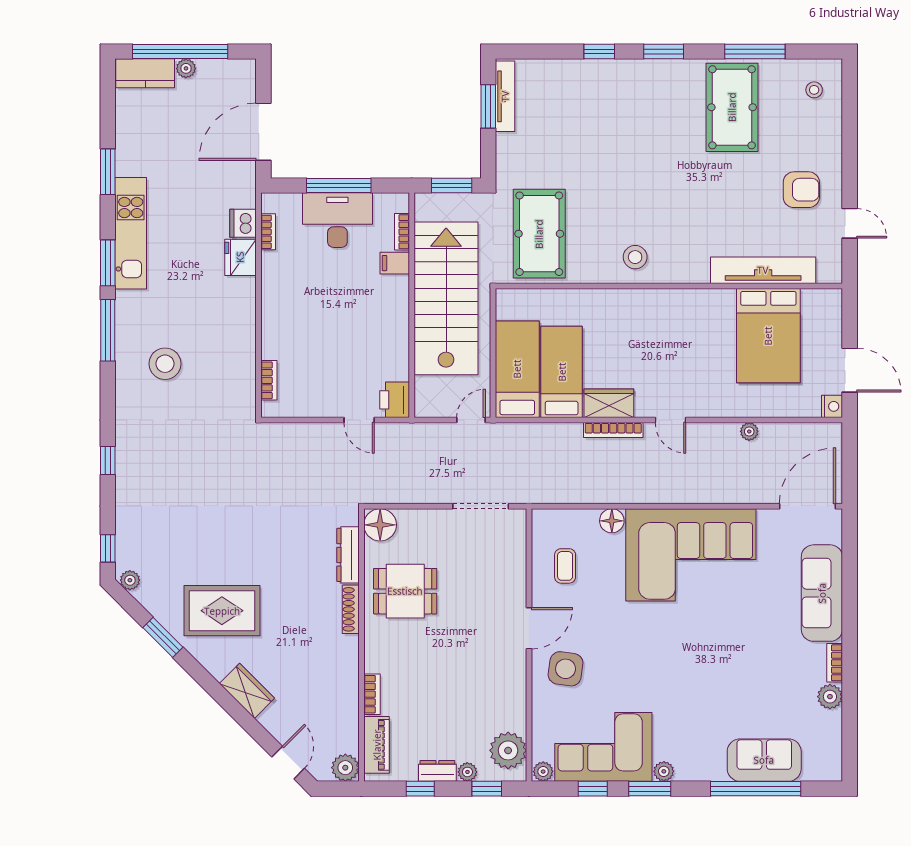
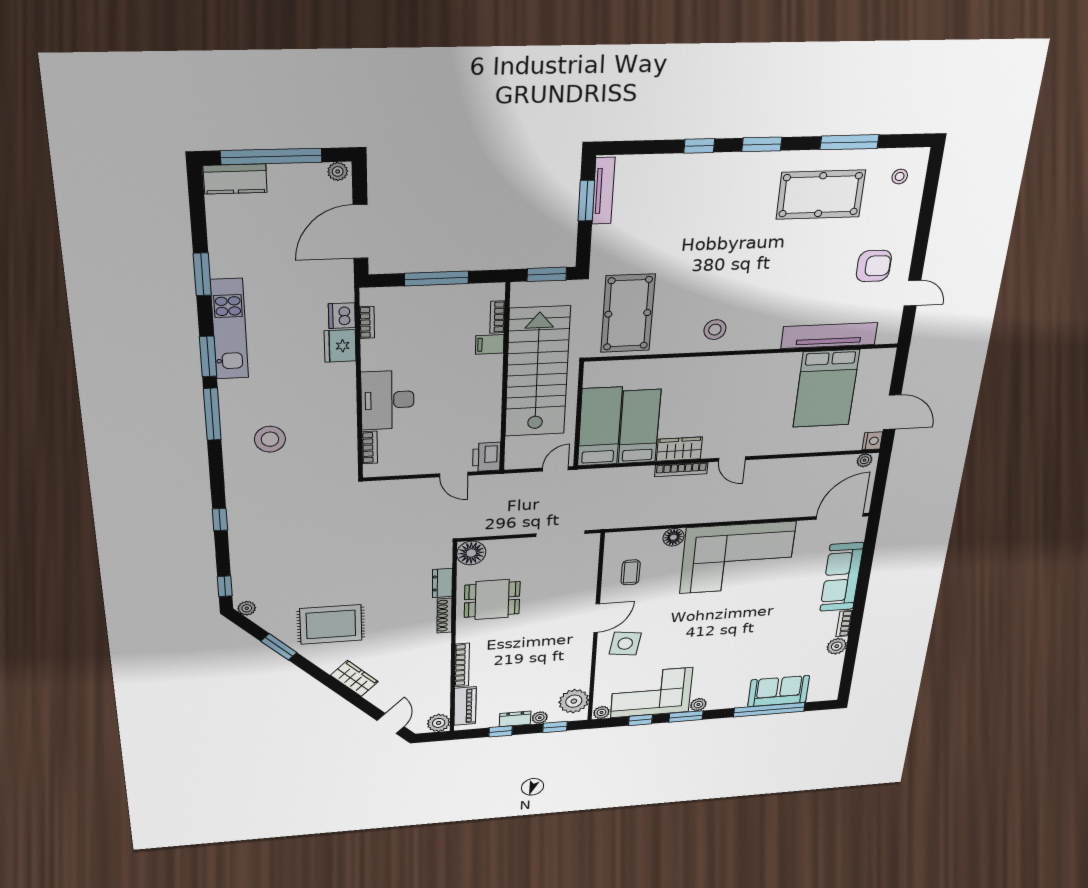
plant: (186, 68) -> (338, 171), moved
pool table: (732, 107) -> (821, 195), turned 90
desk: (337, 220) -> (388, 400), moved, turned -90
plant: (749, 431) -> (864, 460), moved
dresser: (348, 555) -> (442, 583), width x0.70
bookcase: (372, 694) -> (462, 665), width x1.56

